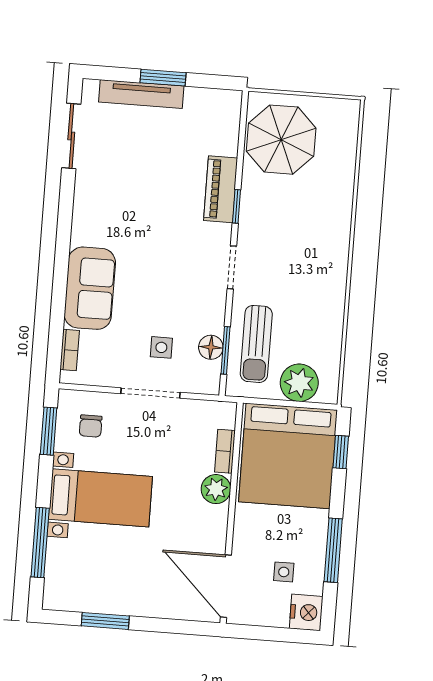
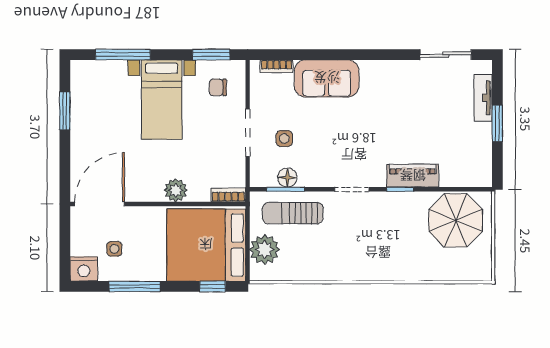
tv unit: (141, 94) -> (483, 98), width x0.71
bookcase: (225, 451) -> (228, 195), moved

